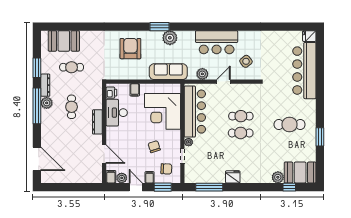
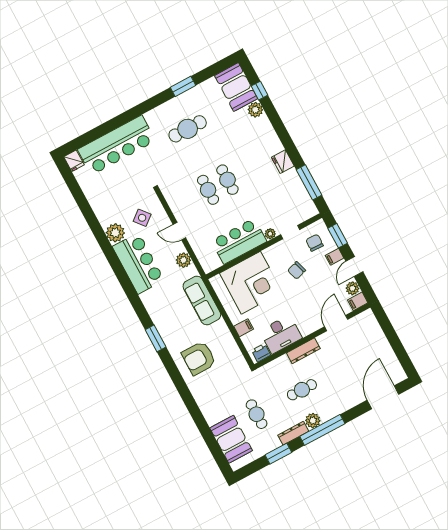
plant: (170, 38) -> (115, 233), moved
bar counter: (195, 112) -> (239, 241), width x0.73
cafe table: (290, 124) -> (188, 129), turned 90

